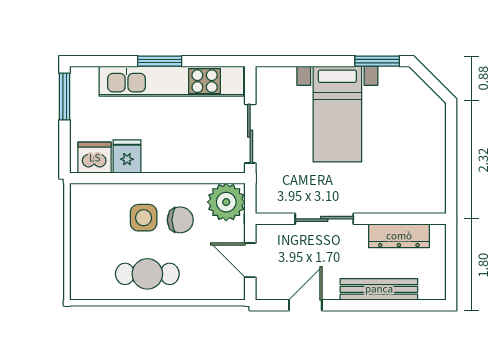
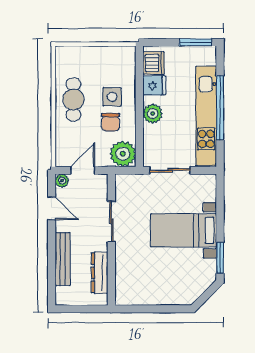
window: (160, 61) -> (220, 108), width x2.11
plant: (168, 159) -> (153, 114), added
plant: (265, 290) -> (62, 181), added

